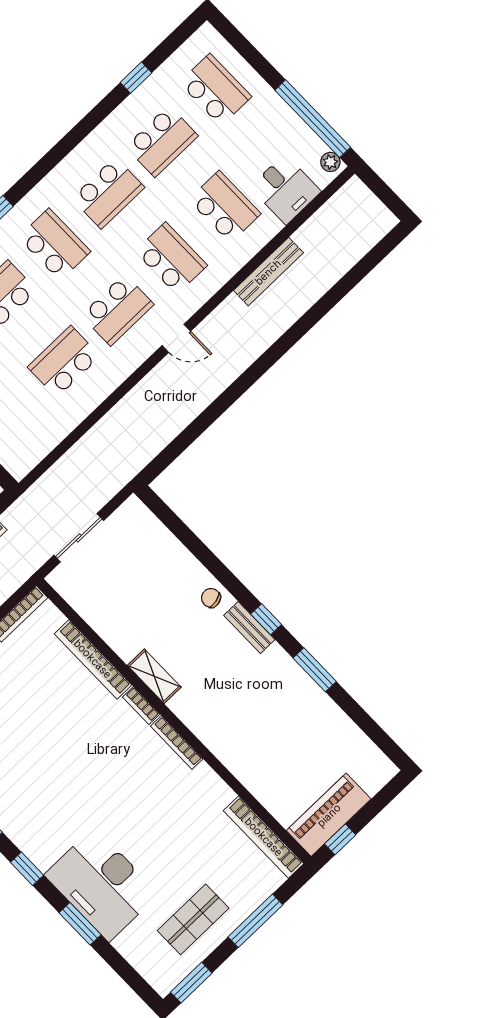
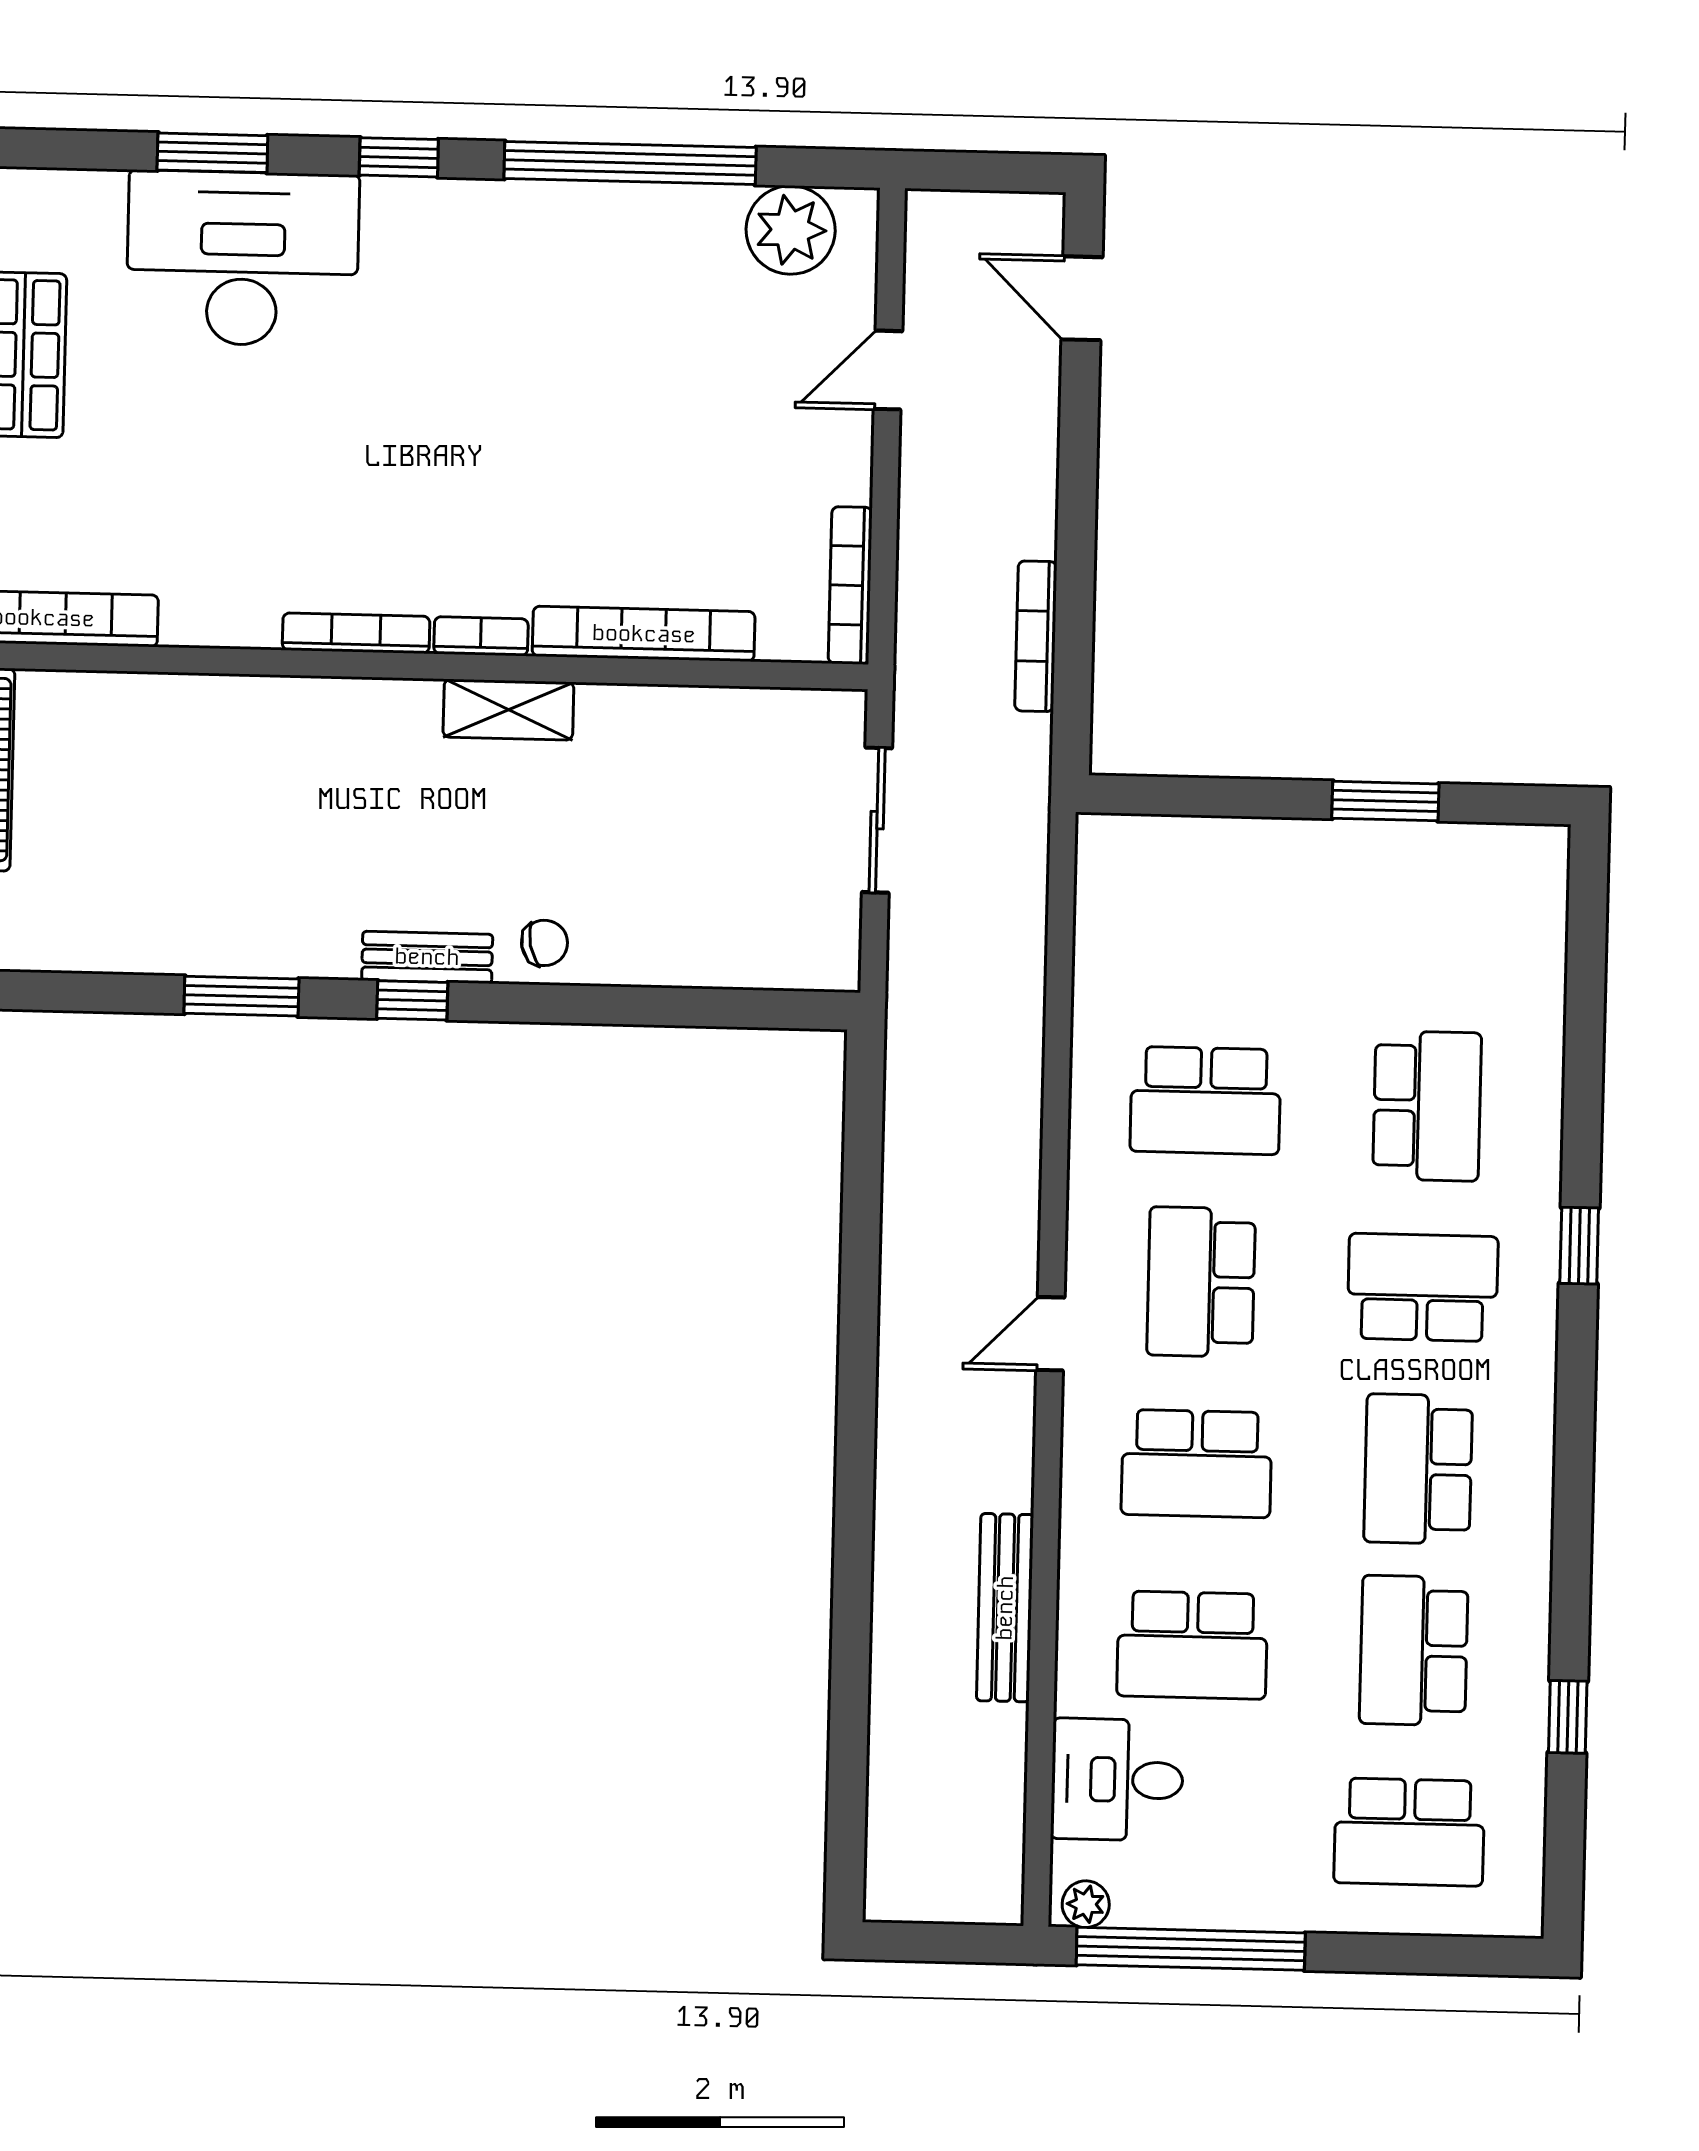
school desk: (55, 245) -> (1423, 1287), turned 180
school desk: (64, 362) -> (1205, 1100), turned 90

